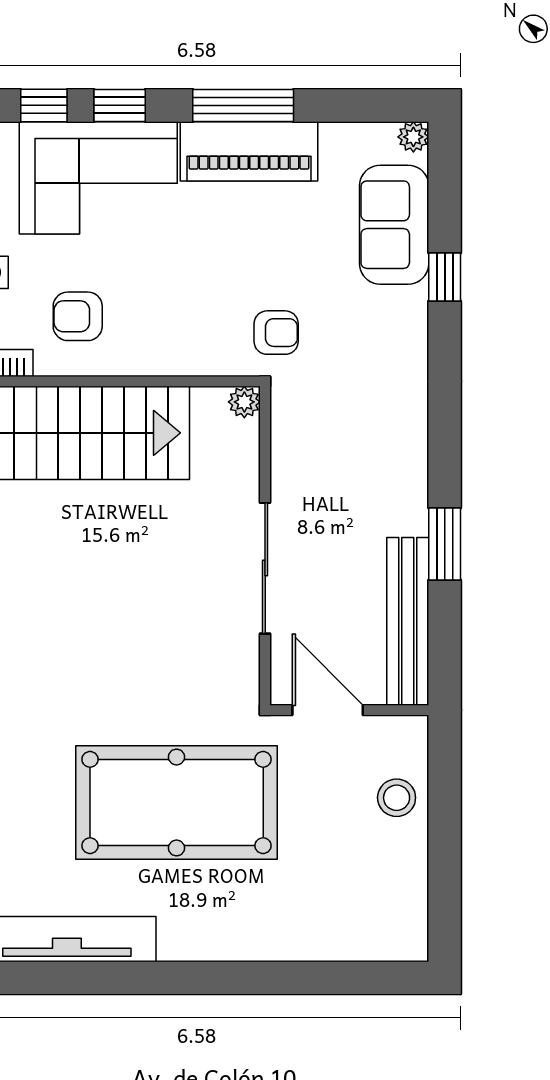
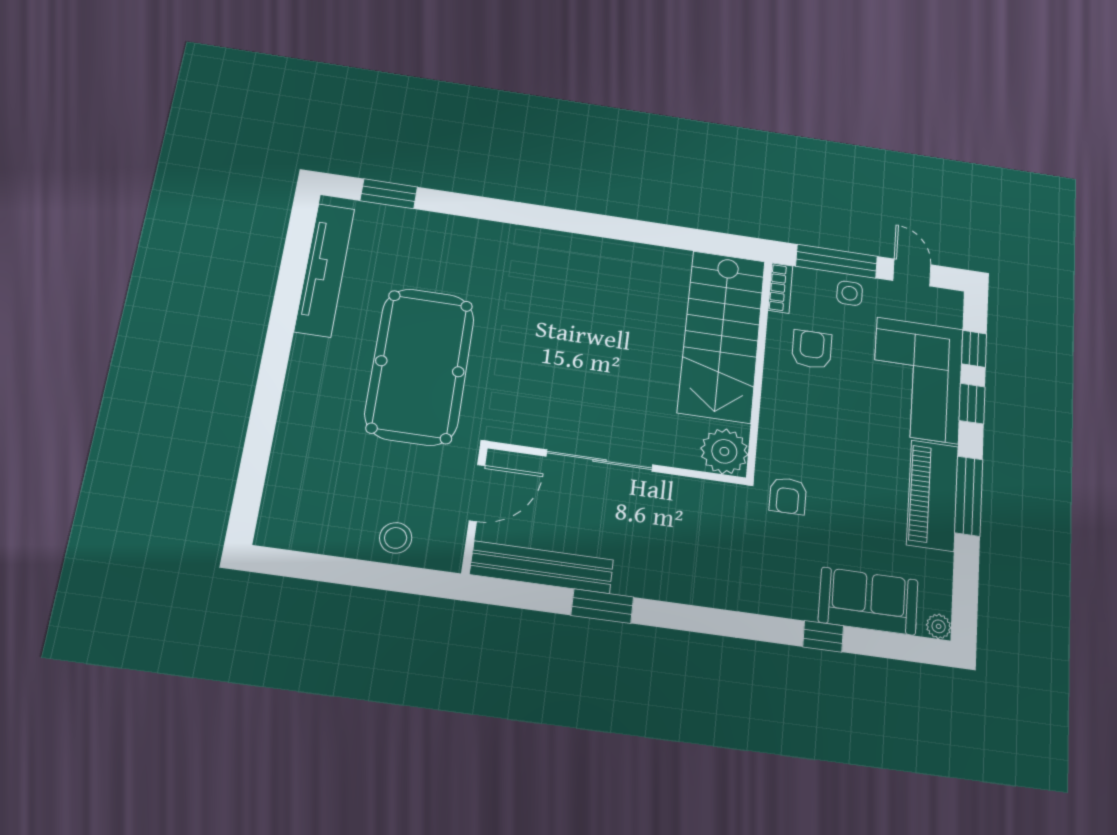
plant: (244, 402) -> (724, 451), width x1.88, depth x1.88

